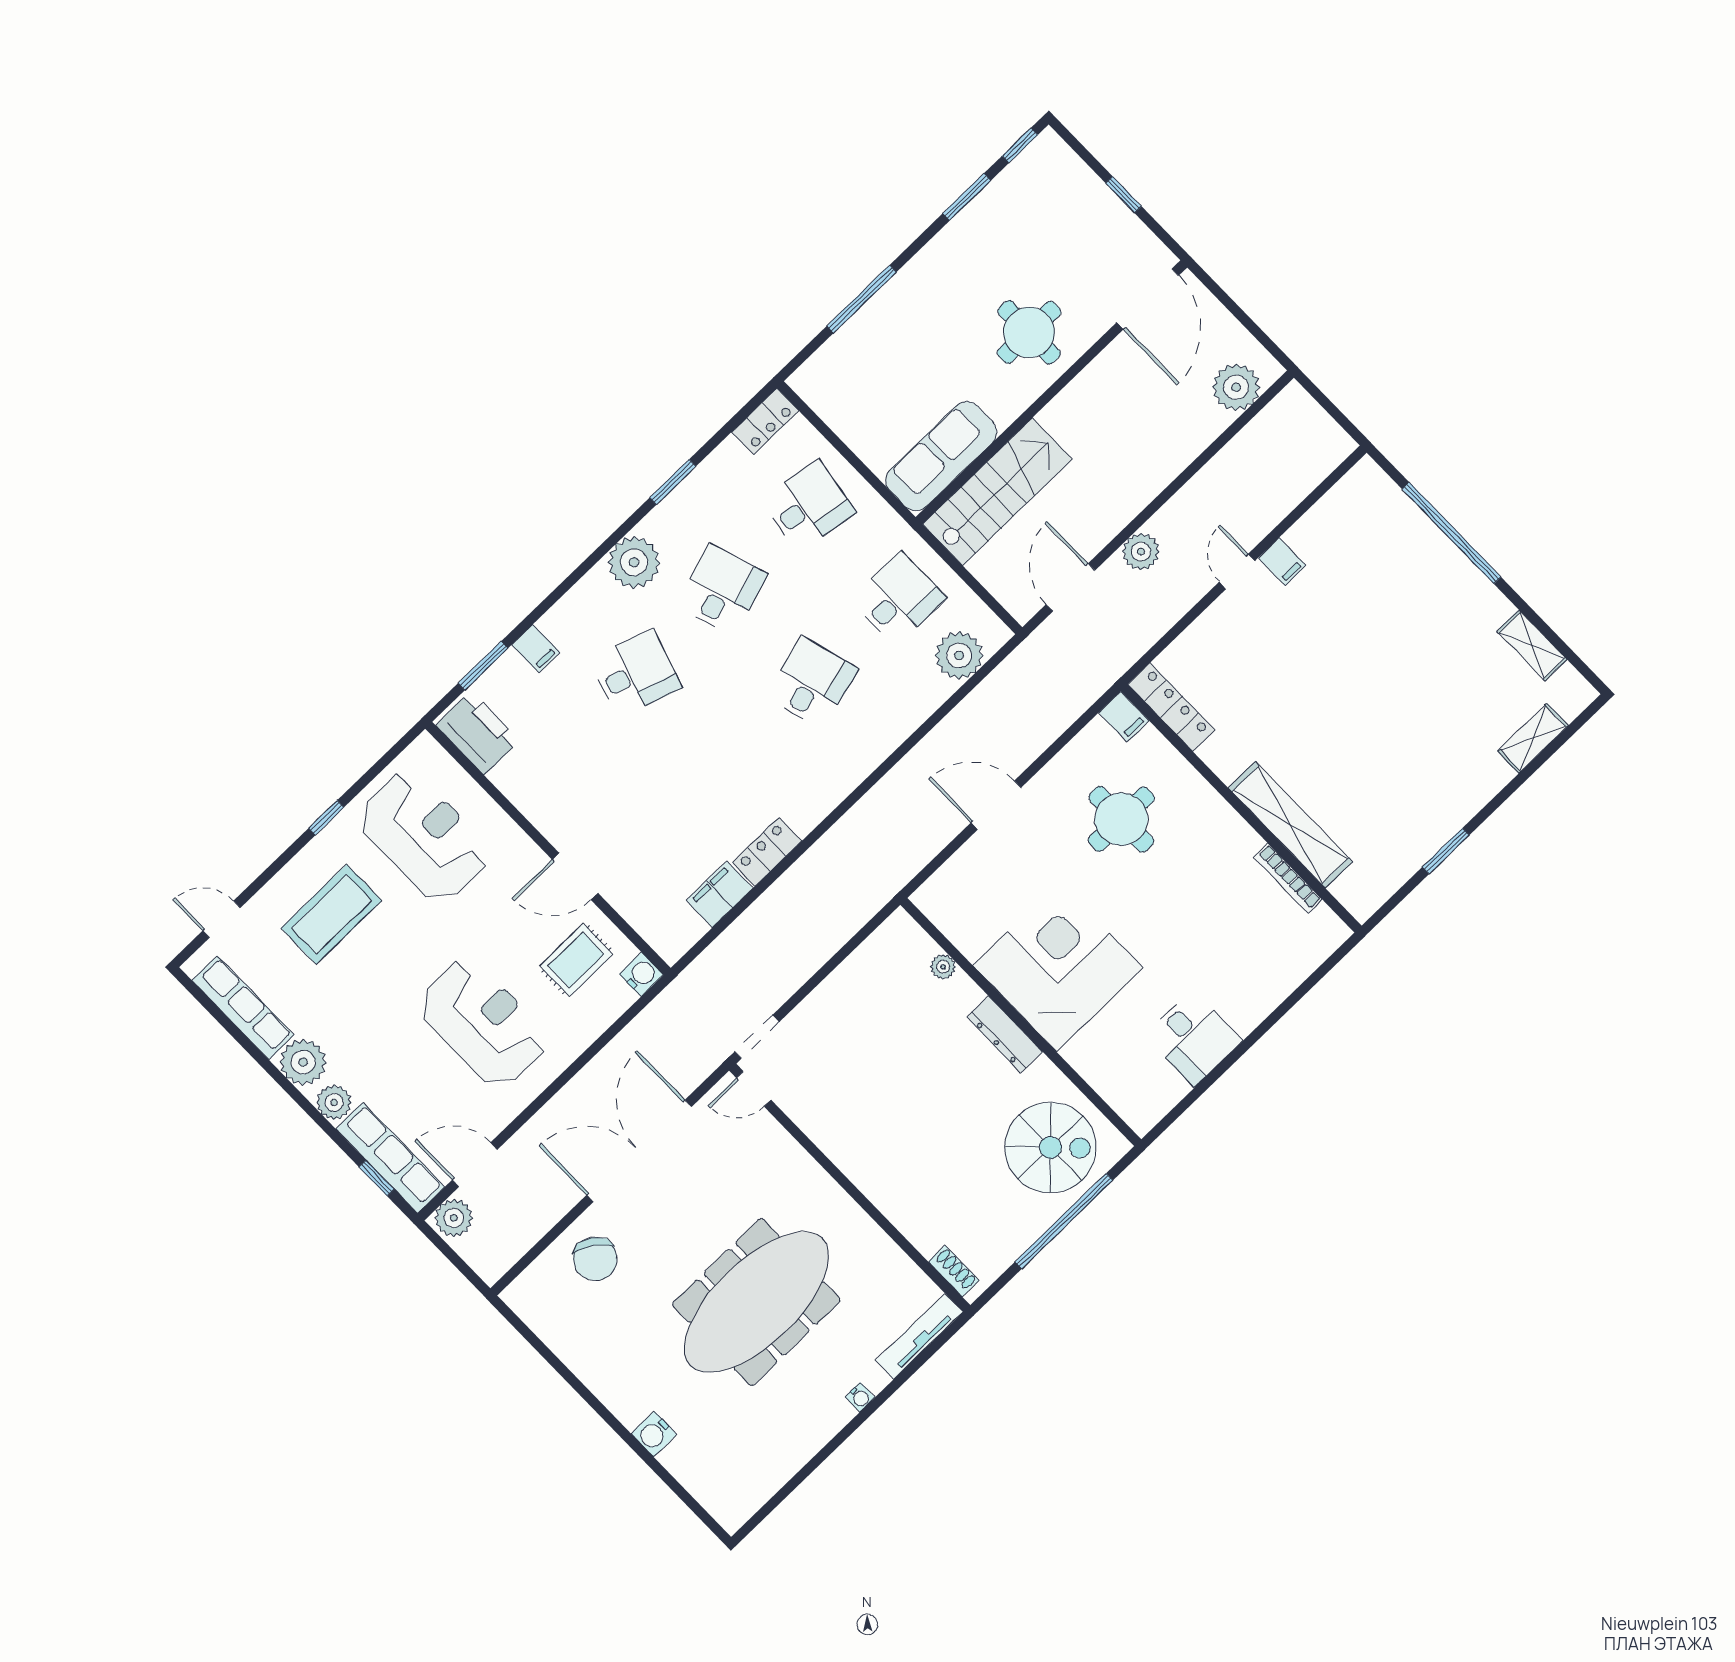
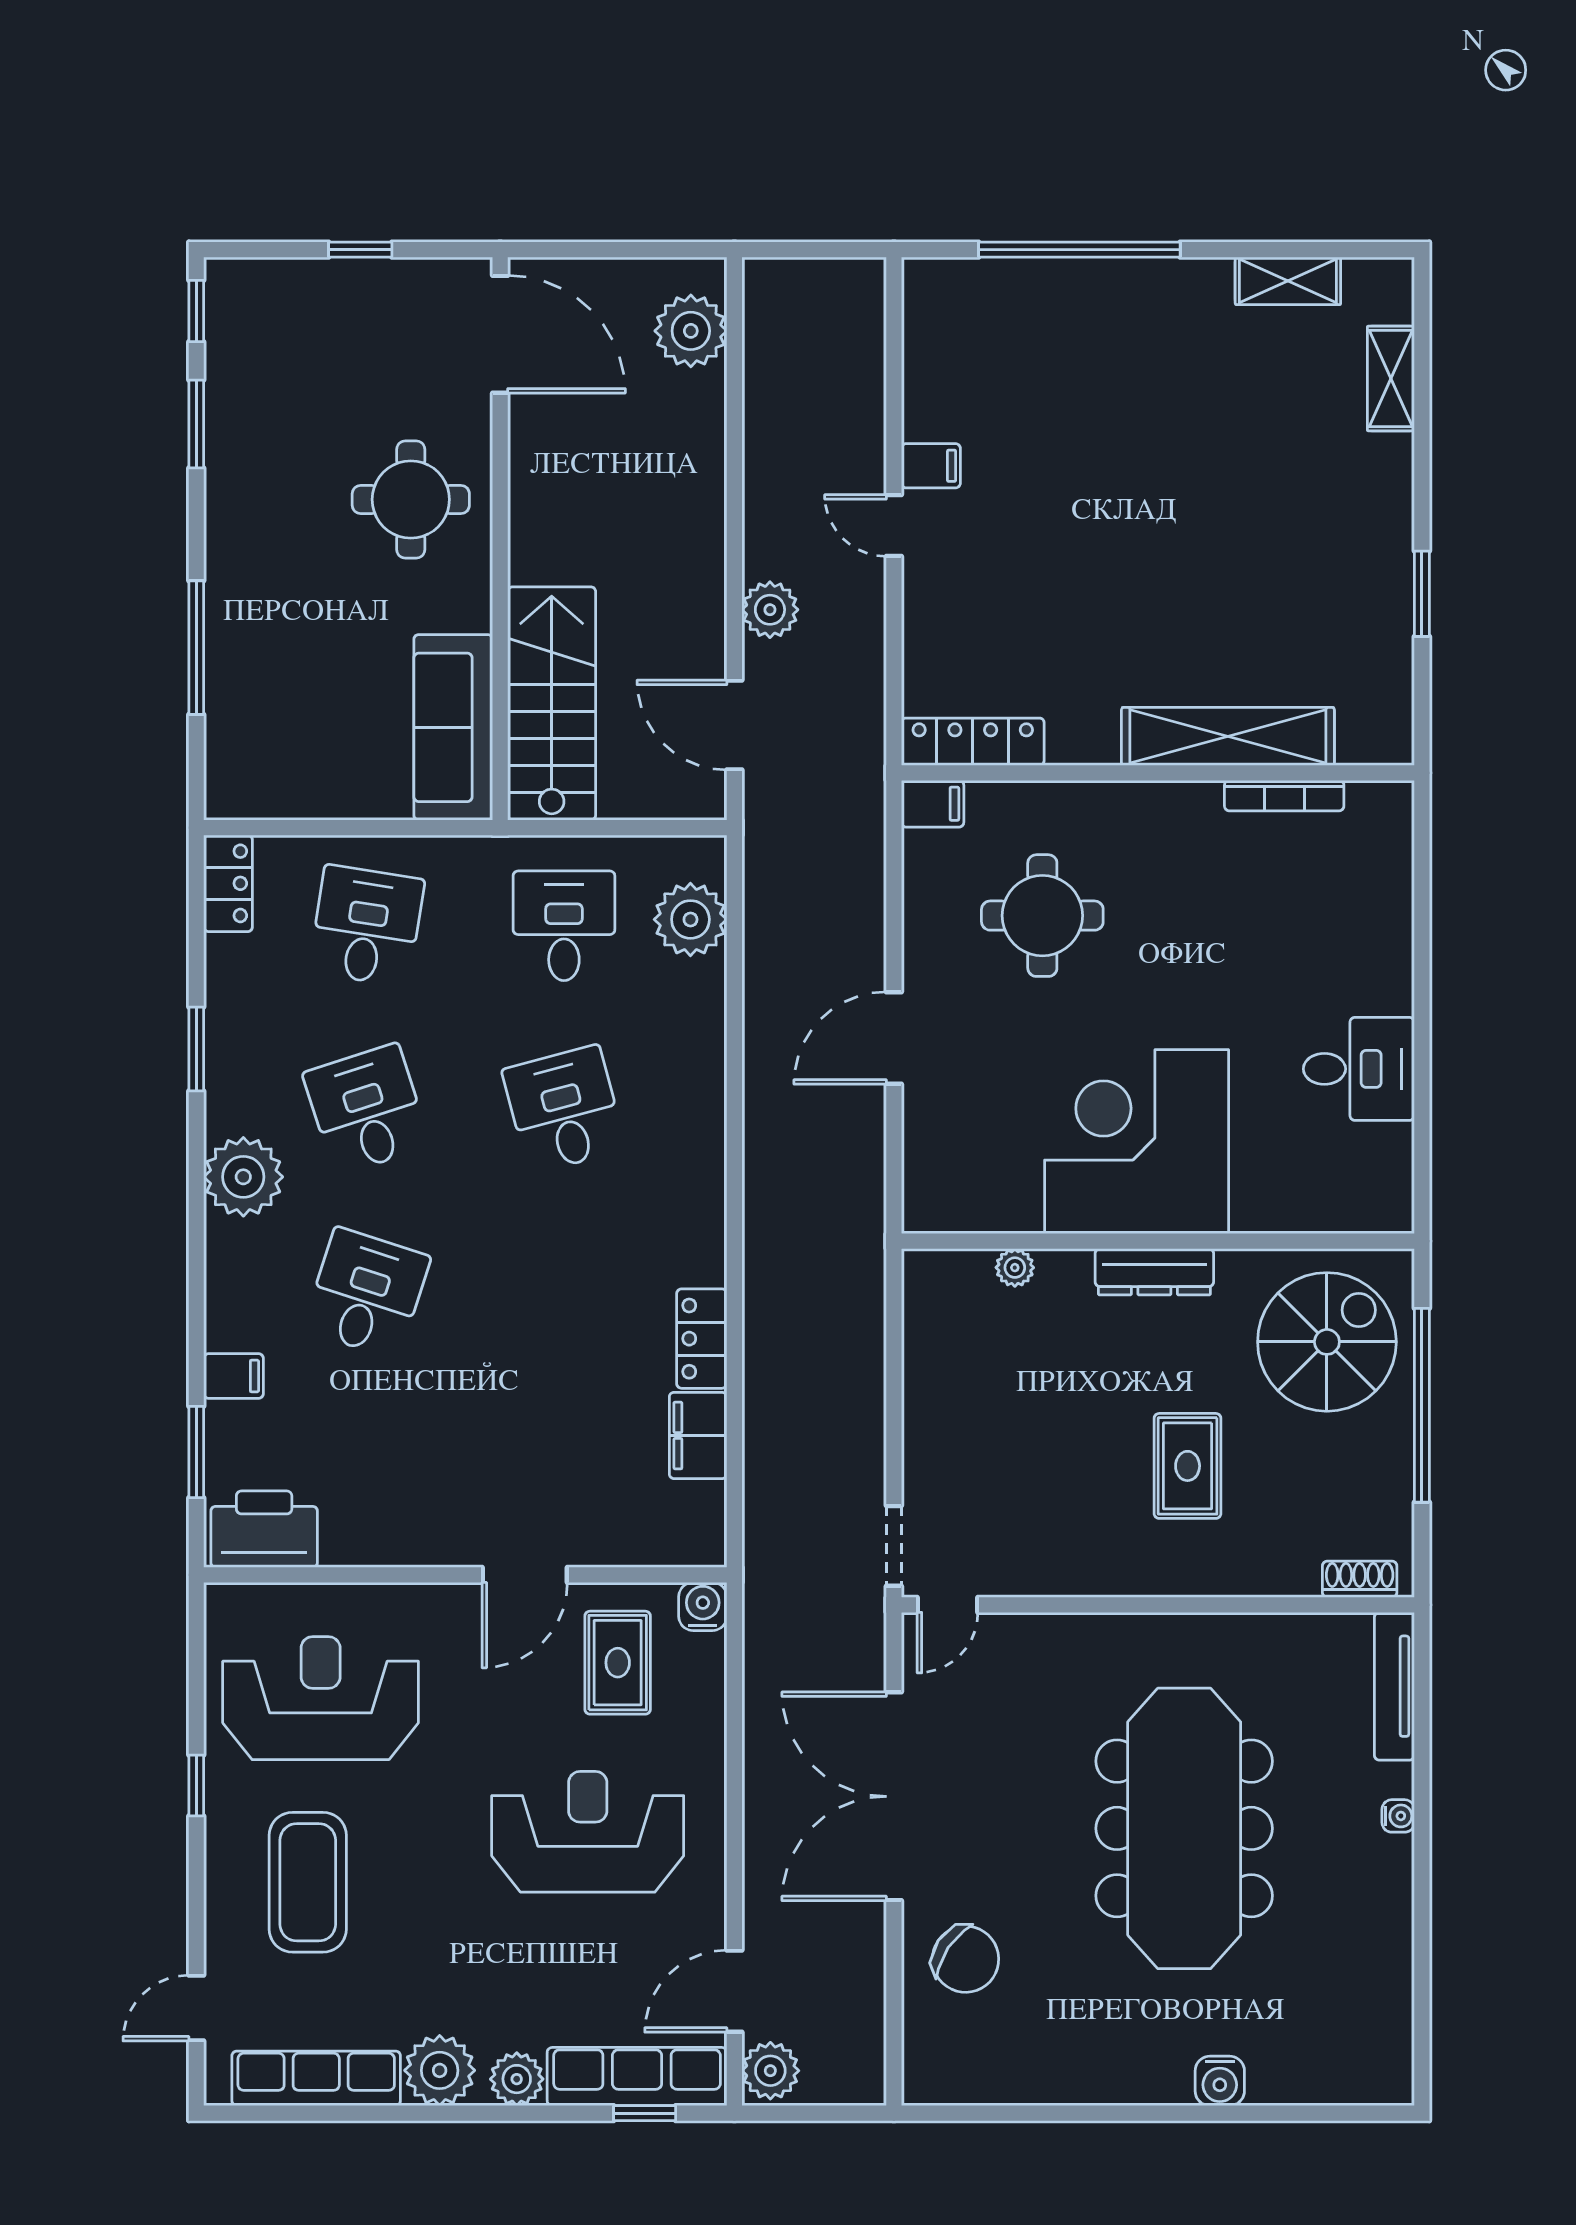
rug: (929, 1138) -> (1188, 1466), added

